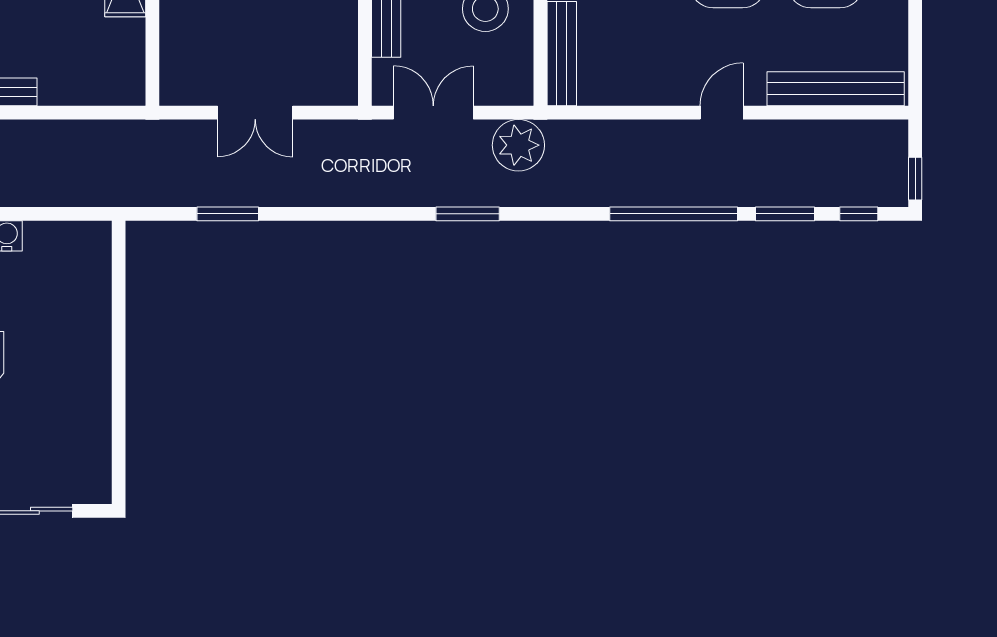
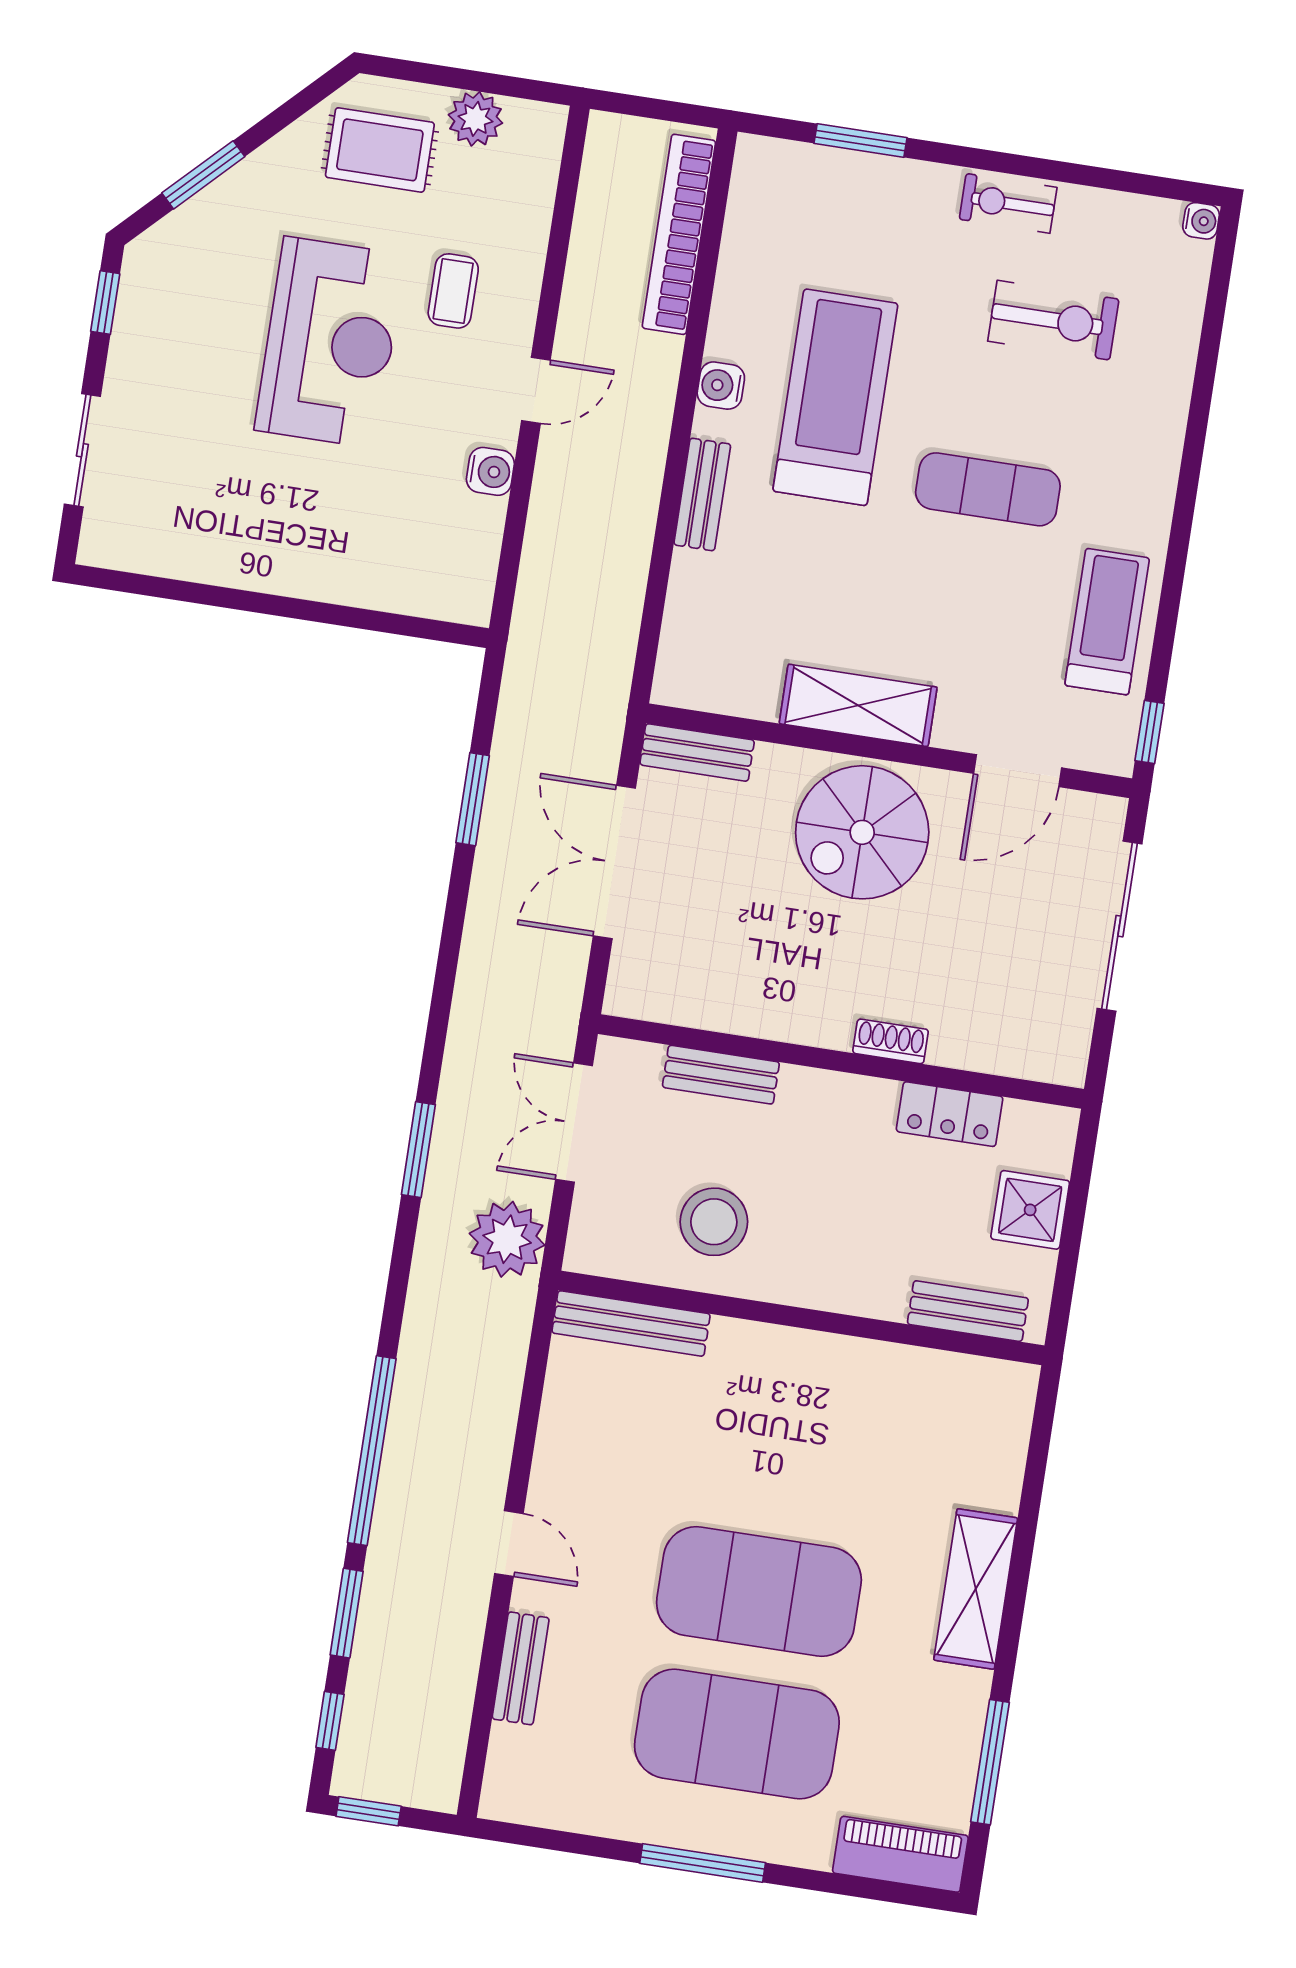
bench: (173, 69) -> (697, 752), added
bench: (836, 89) -> (521, 1668), width x0.54, depth x0.82
double door: (255, 113) -> (614, 862), width x1.37
double door: (433, 113) -> (574, 1123), swing flipped

